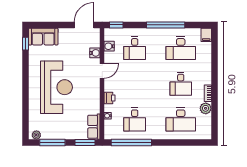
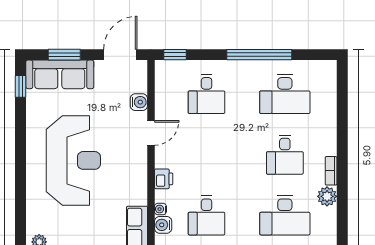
window: (51, 25) -> (64, 55), added
filing cabinet: (206, 35) -> (328, 71), removed
sofa: (43, 37) -> (60, 74), width x1.36
water cooler: (109, 46) -> (163, 225), moved

